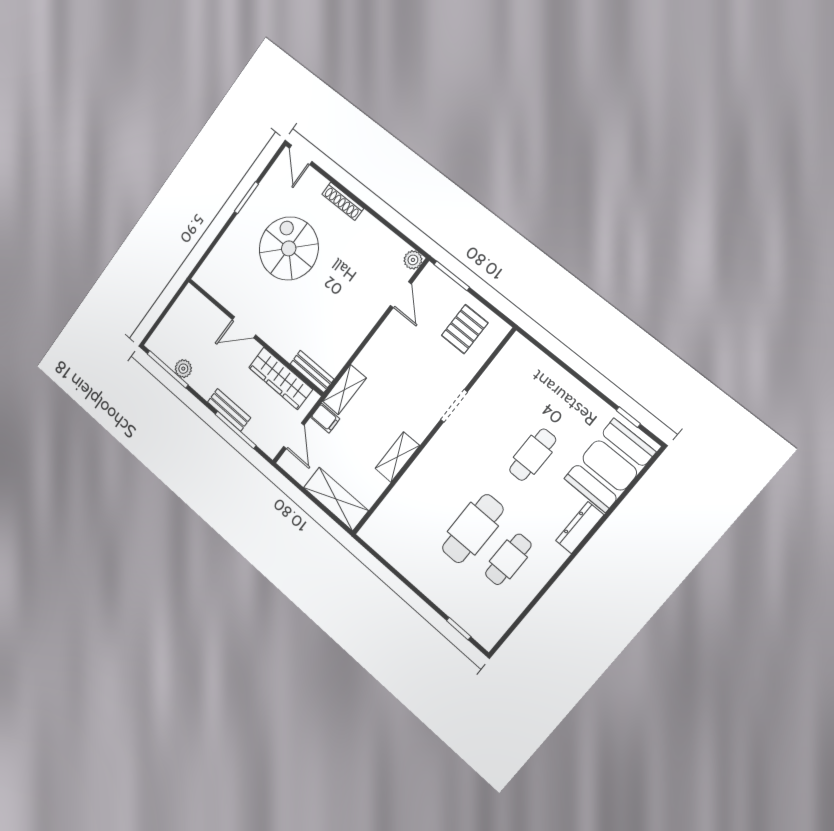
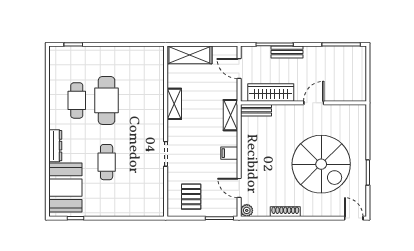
shoe rack: (343, 201) -> (285, 212), moved
spiral stairs: (289, 248) -> (321, 164), width x1.37, depth x1.37
plant: (183, 369) -> (332, 52), removed
filing cabinet: (325, 418) -> (229, 153), moved

